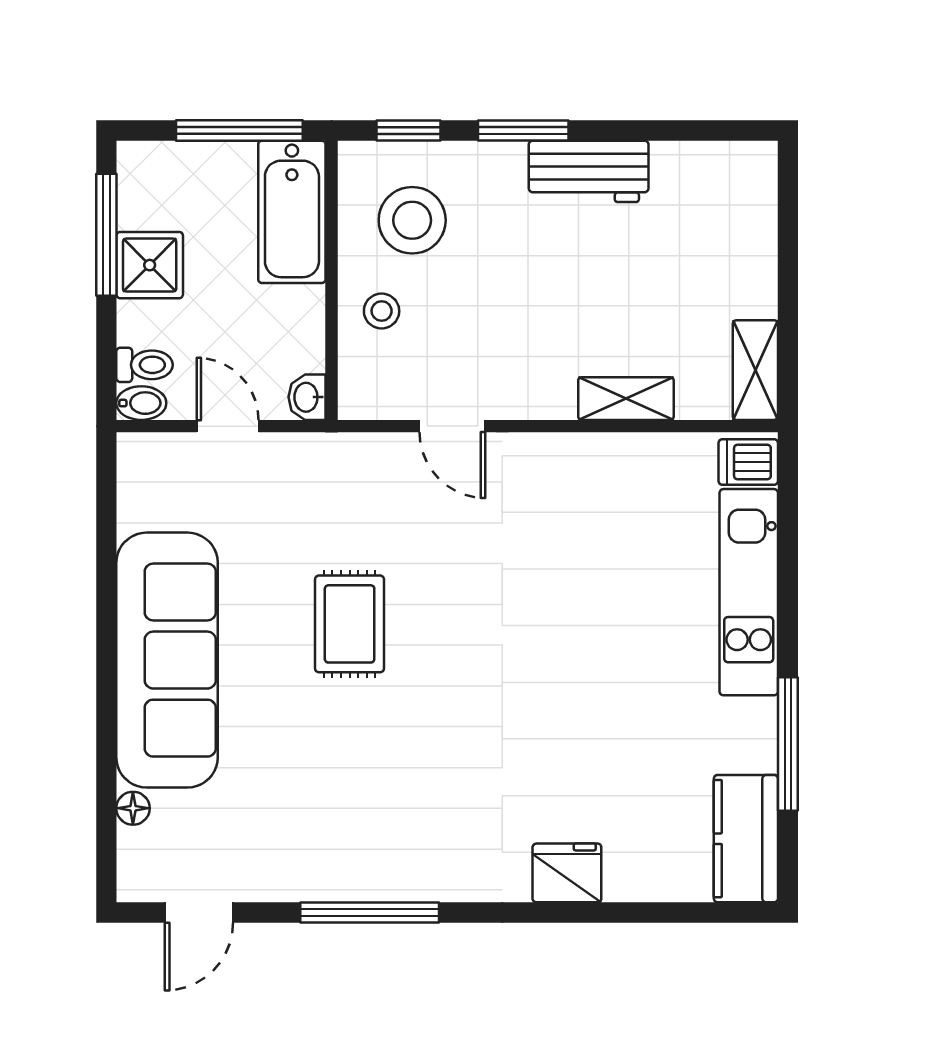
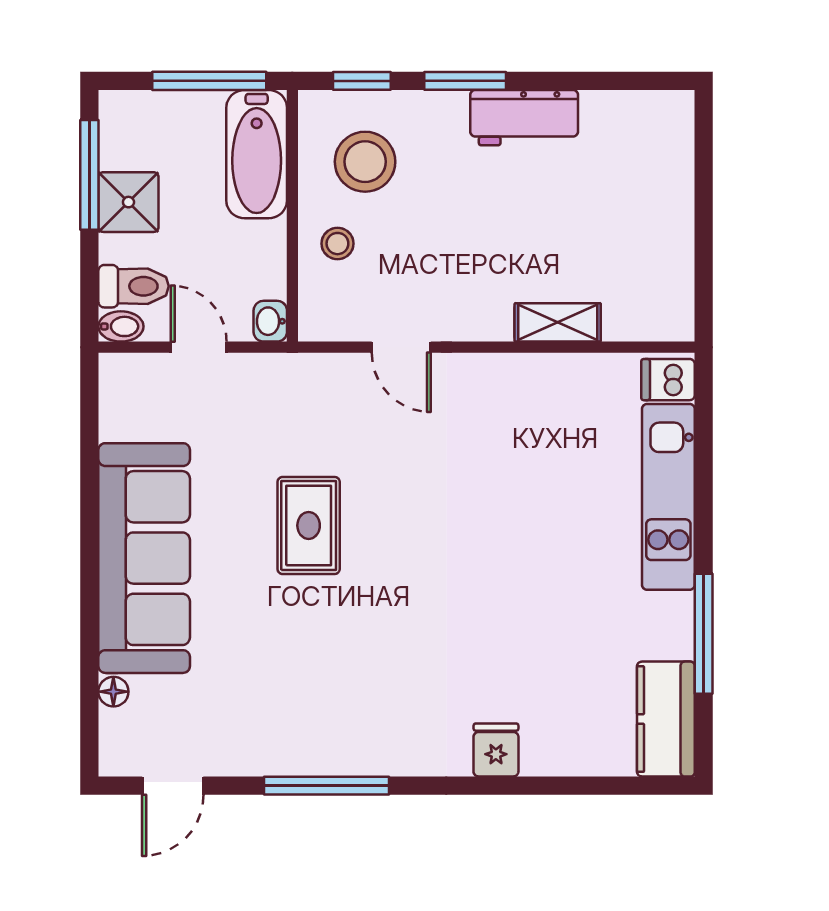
toilet: (144, 365) -> (134, 286), width x1.37, depth x1.39
shelving: (755, 370) -> (674, 297), removed
fridge: (567, 873) -> (496, 750), width x0.72

